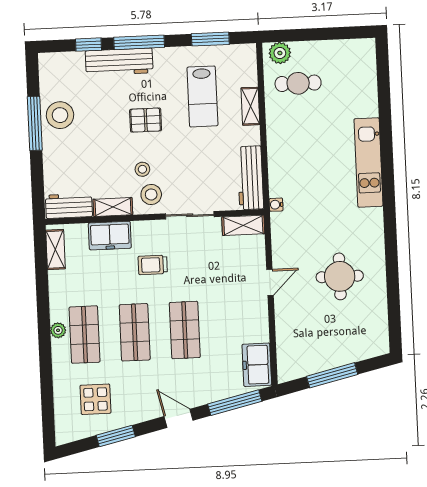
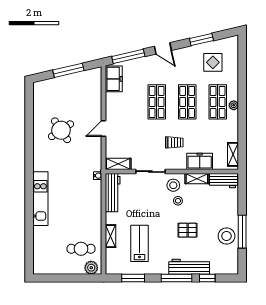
pallet: (146, 120) -> (188, 230), moved
round table: (340, 276) -> (61, 130), turned -34

